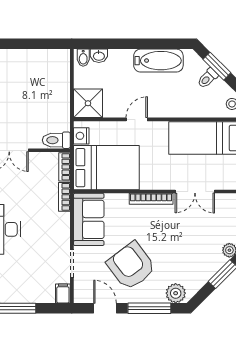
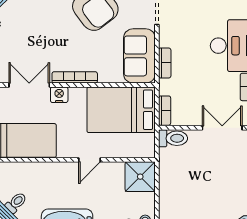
nightstand: (81, 136) -> (59, 95), moved, turned -90
bookcase: (64, 197) -> (165, 63), moved

